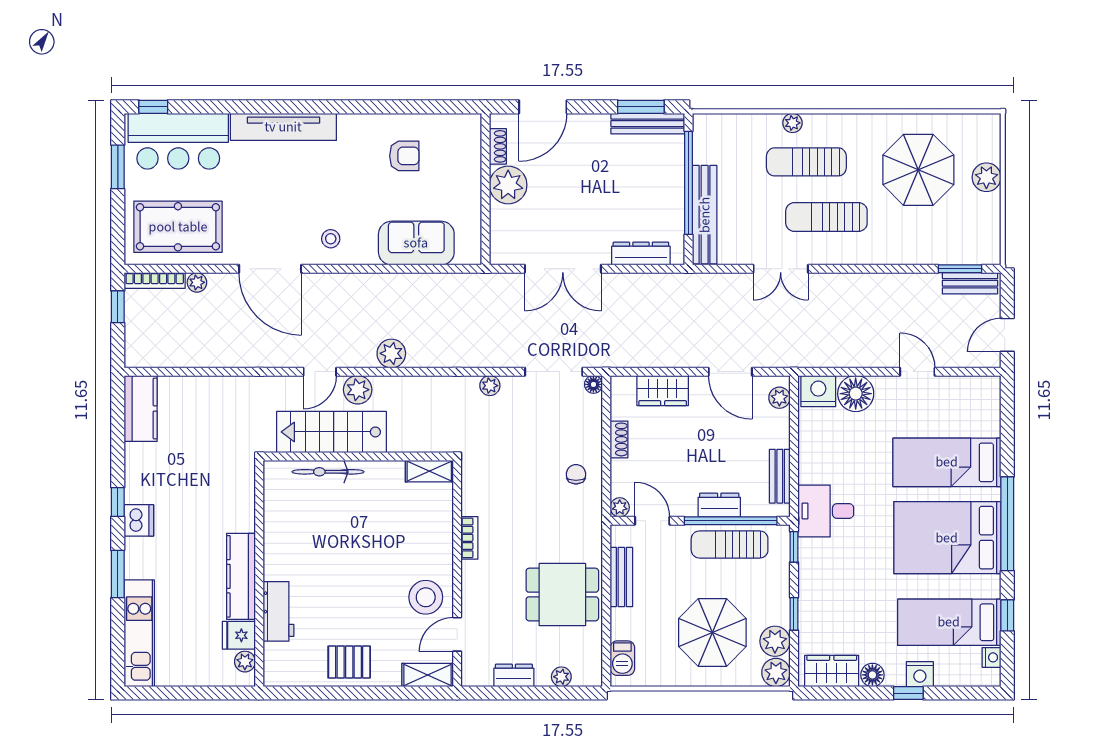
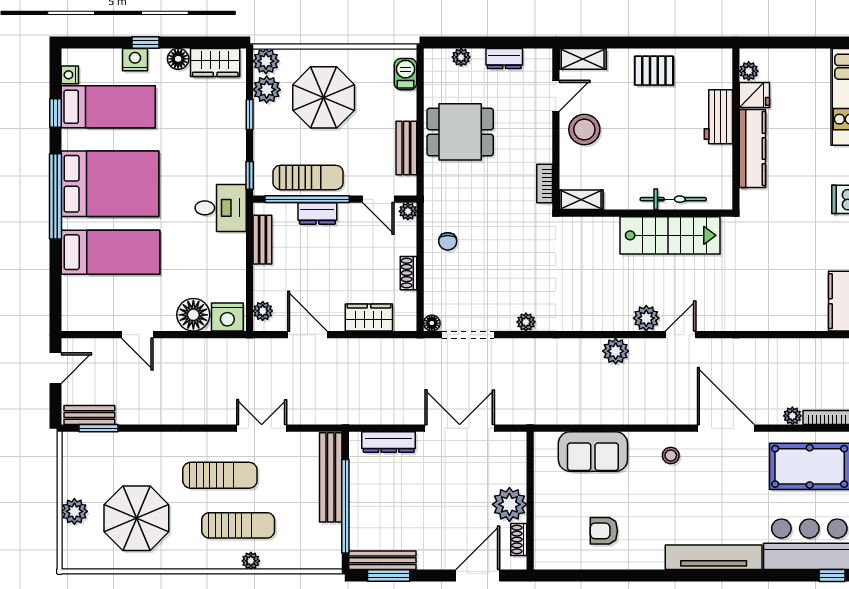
stairs: (332, 432) -> (670, 235), moved
wall: (358, 457) -> (646, 213), moved
shelving: (429, 471) -> (581, 200), moved
bicycle: (328, 472) -> (673, 199), moved

